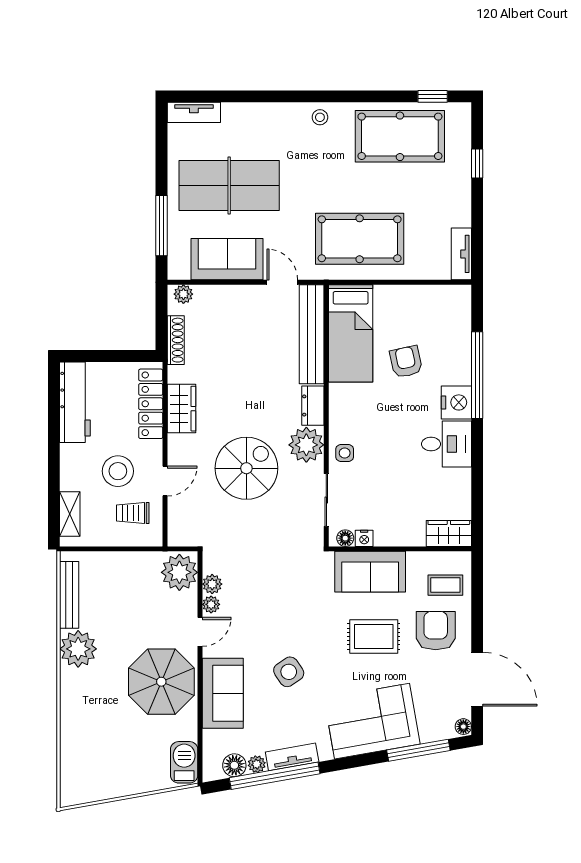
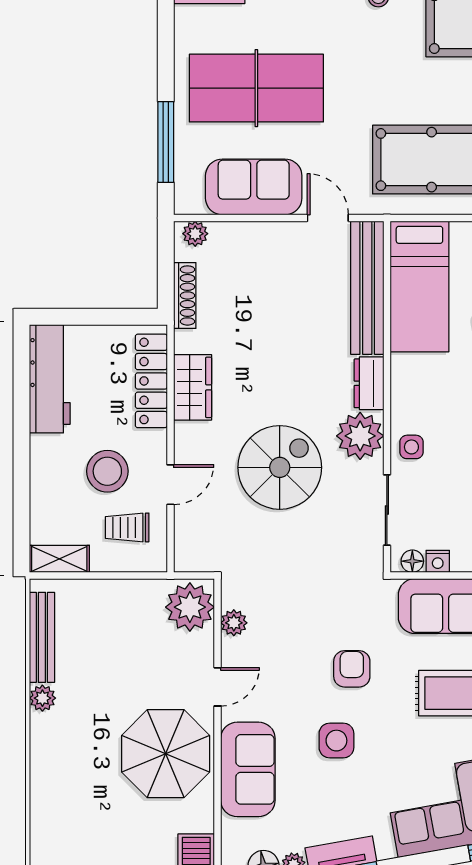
shelving: (70, 514) -> (59, 559), moved, turned 90
plant: (211, 604) -> (232, 650), removed
armchair: (300, 618) -> (352, 669), added
plant: (78, 649) -> (42, 698), width x0.53, depth x0.53
side table: (289, 672) -> (336, 741), turned 34

